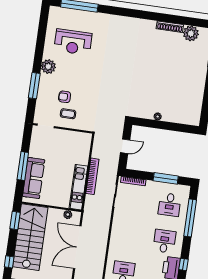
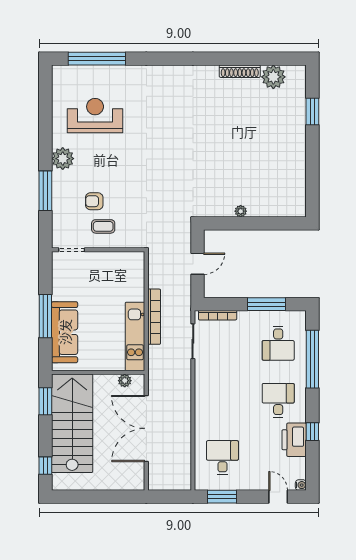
reception desk: (73, 42) -> (95, 116), turned 180

